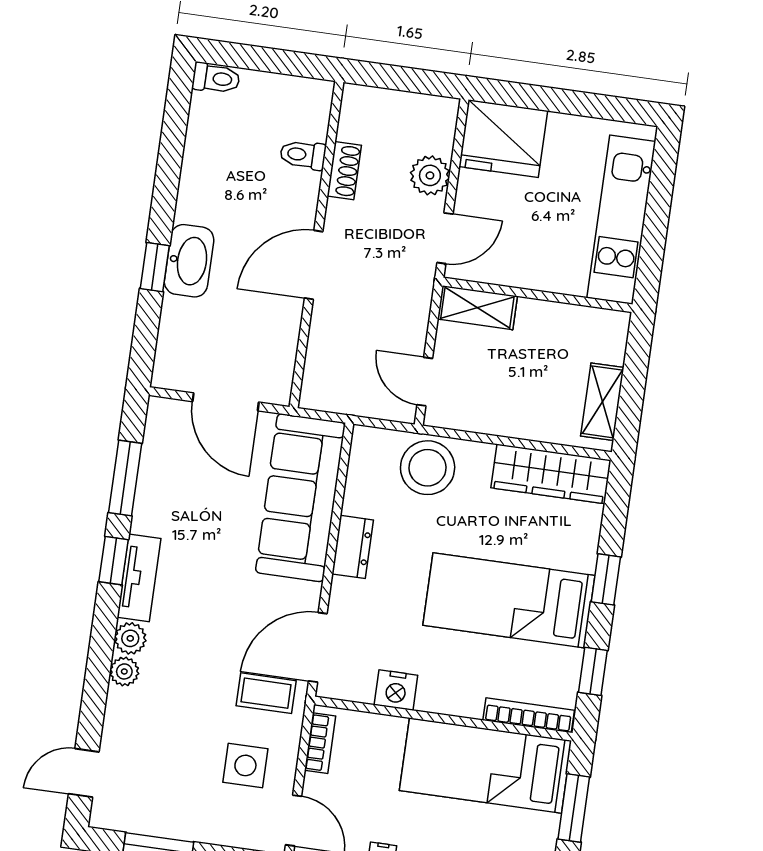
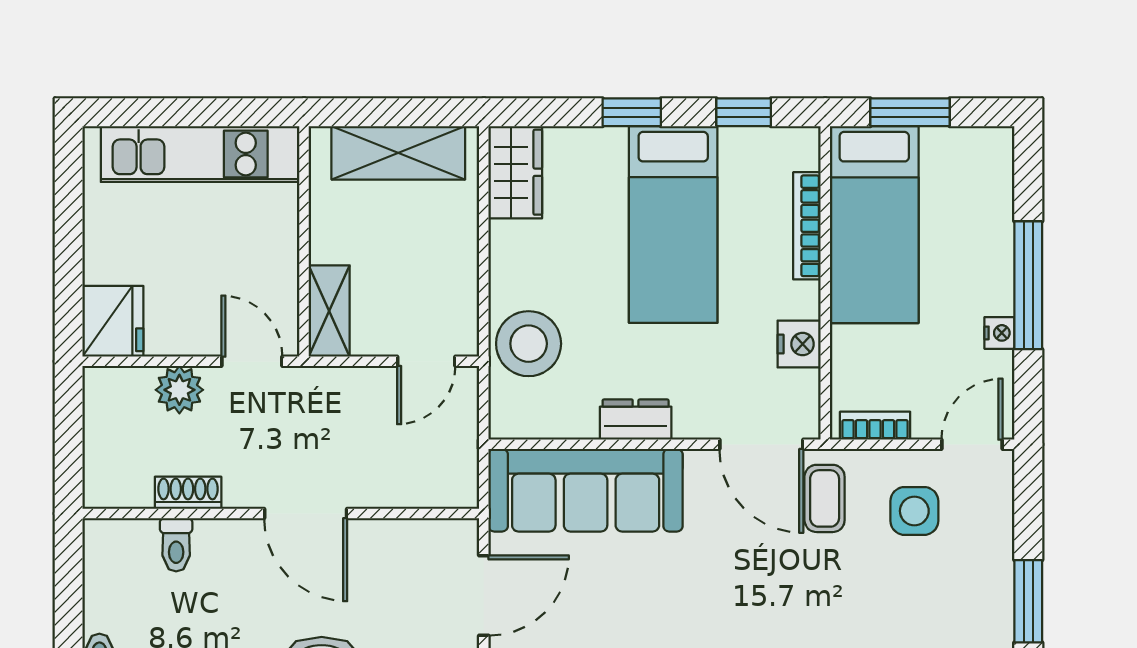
fridge: (503, 139) -> (113, 321), width x0.73, depth x0.75
shelving: (602, 402) -> (398, 153), width x1.50, depth x1.33
wardrobe: (551, 474) -> (515, 172), width x0.67
bookcase: (529, 715) -> (807, 226), moved

